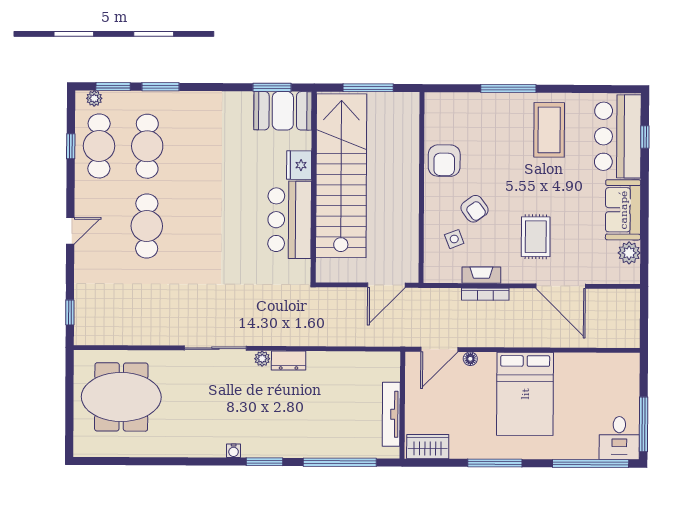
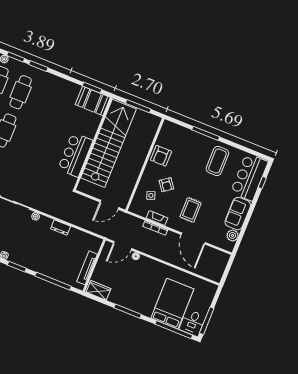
fridge: (299, 165) -> (90, 130), removed
dresser: (289, 361) -> (61, 228), moved
bed: (525, 394) -> (172, 304), moved, turned 180

